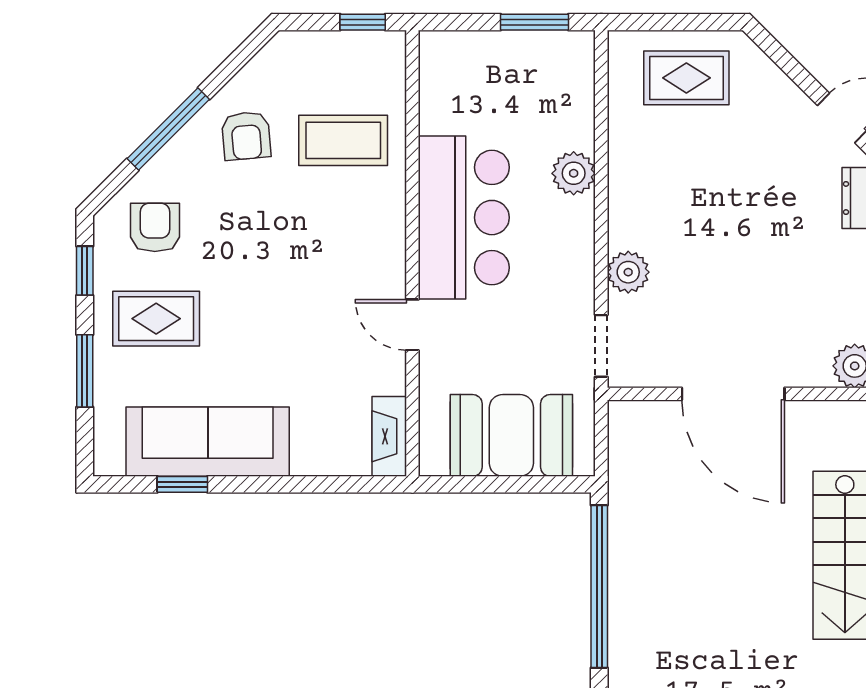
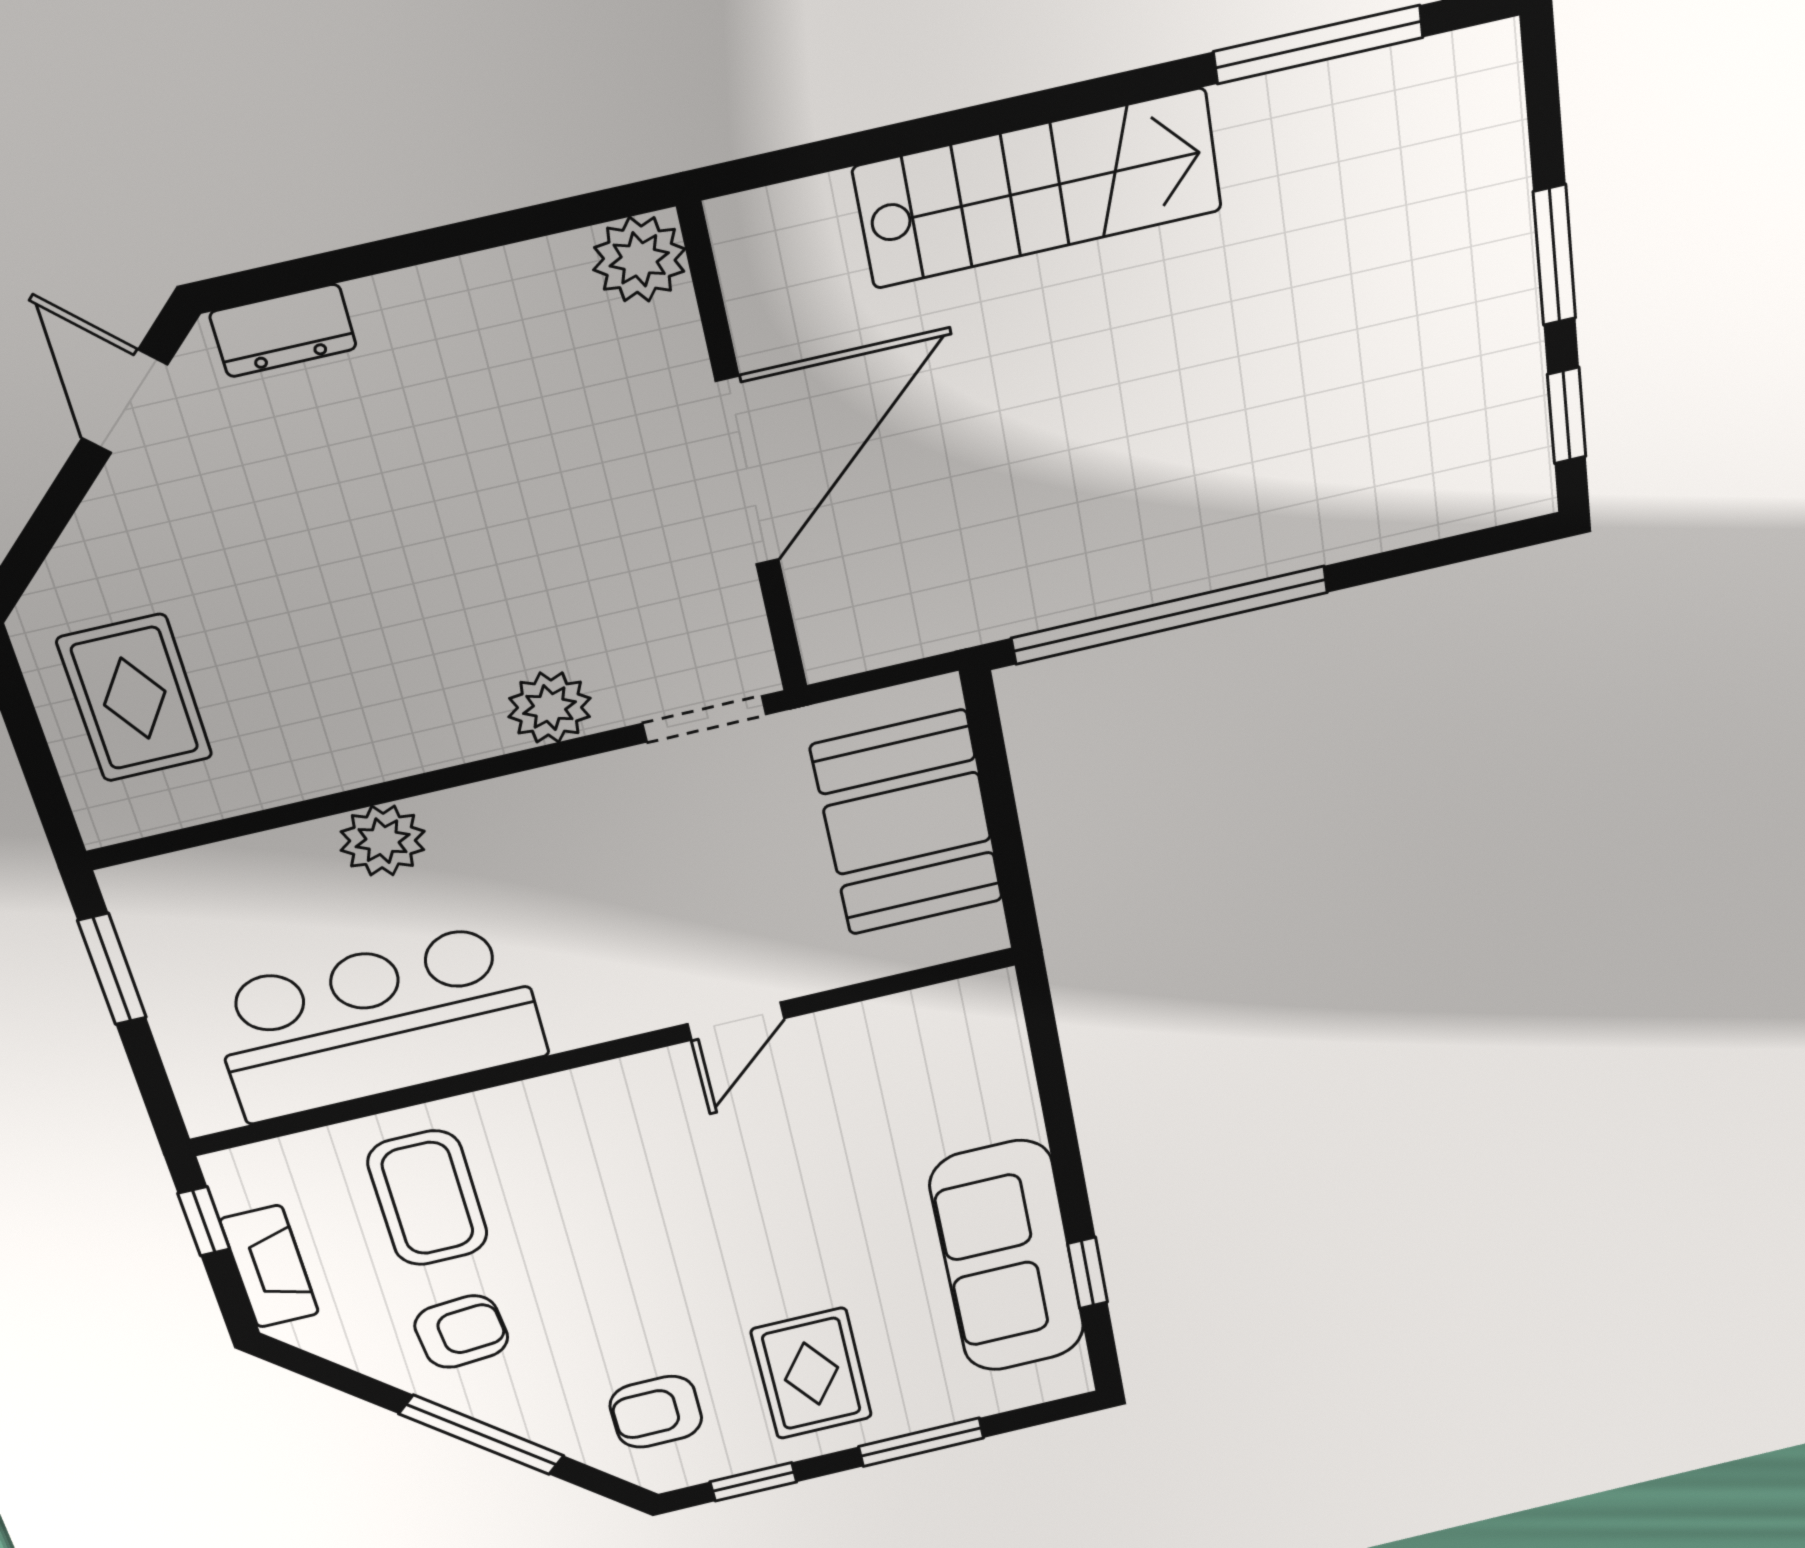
bar counter: (464, 218) -> (378, 1023), moved
fireplace: (389, 436) -> (269, 1267), moved, turned -90

